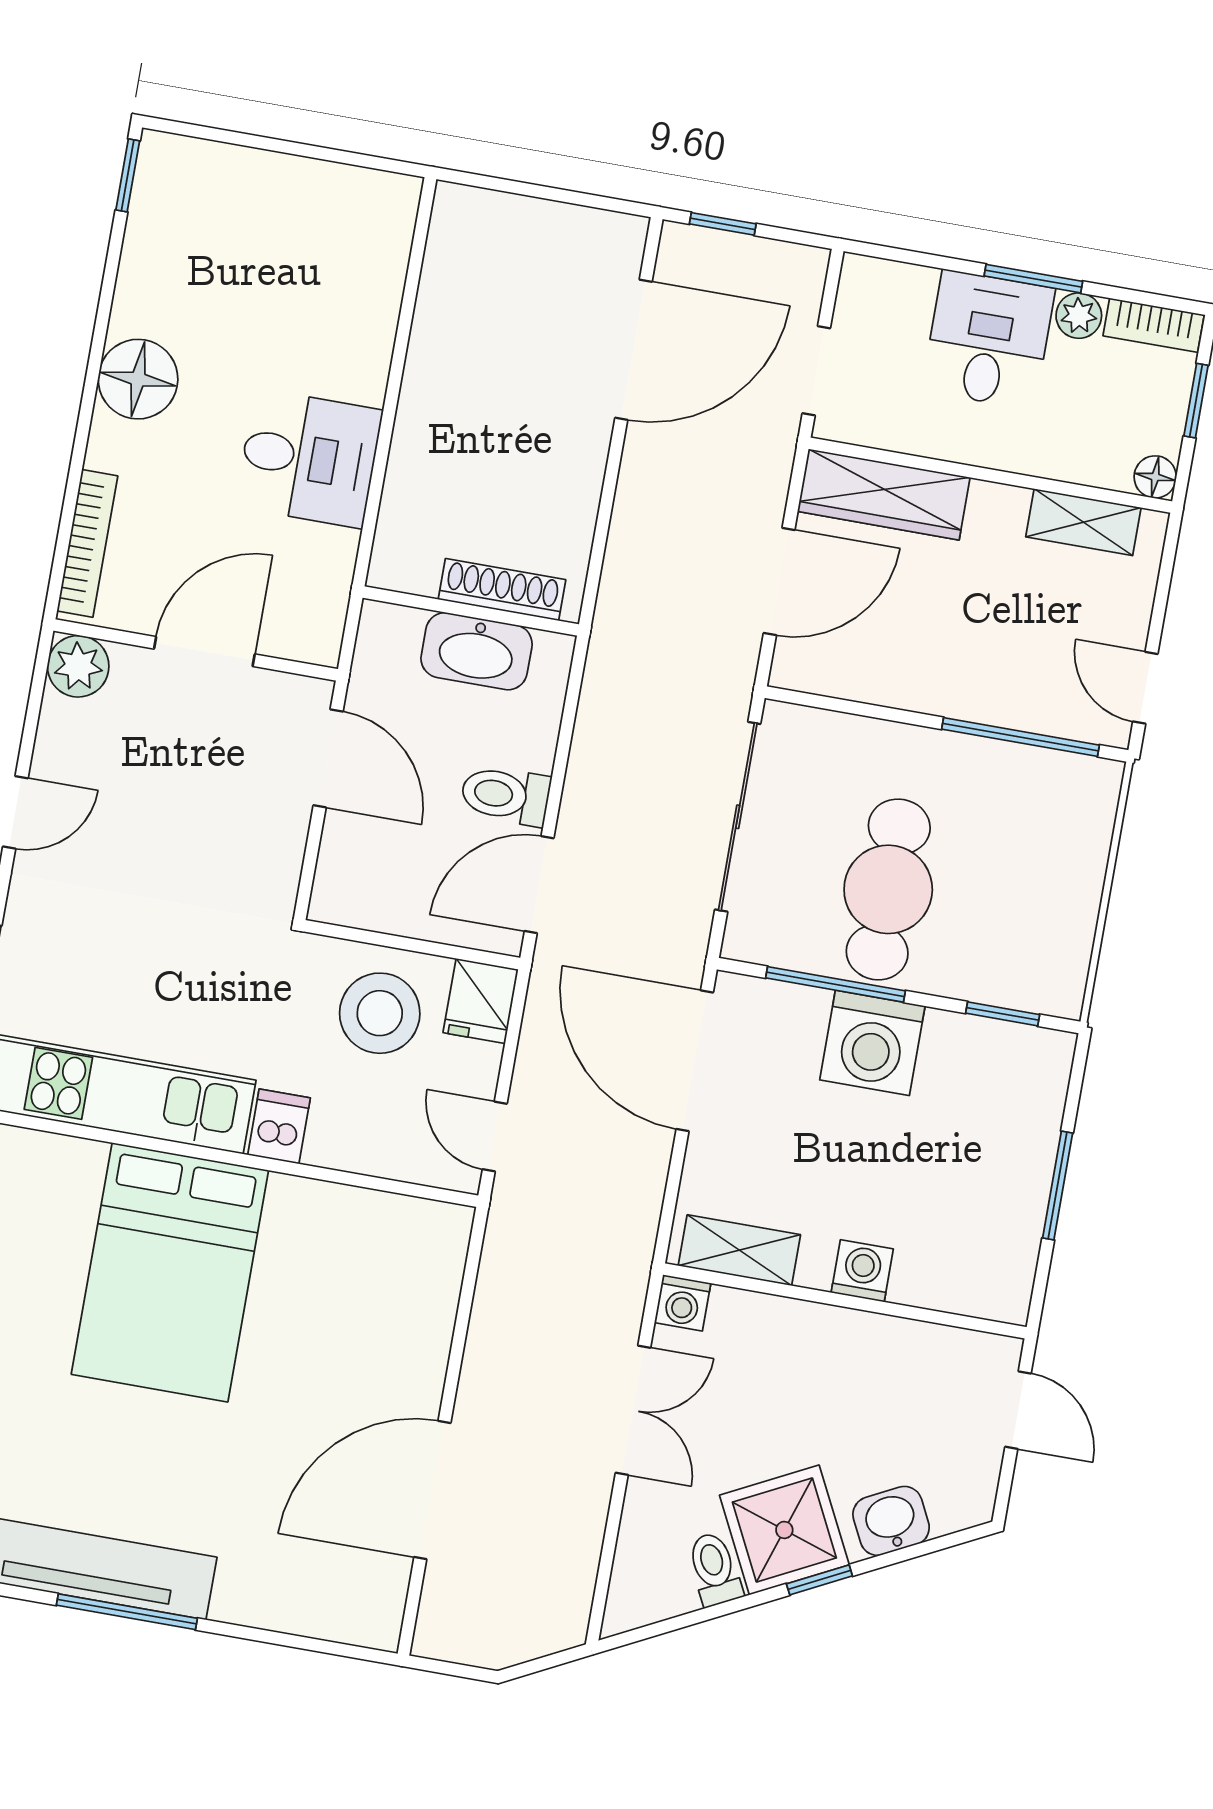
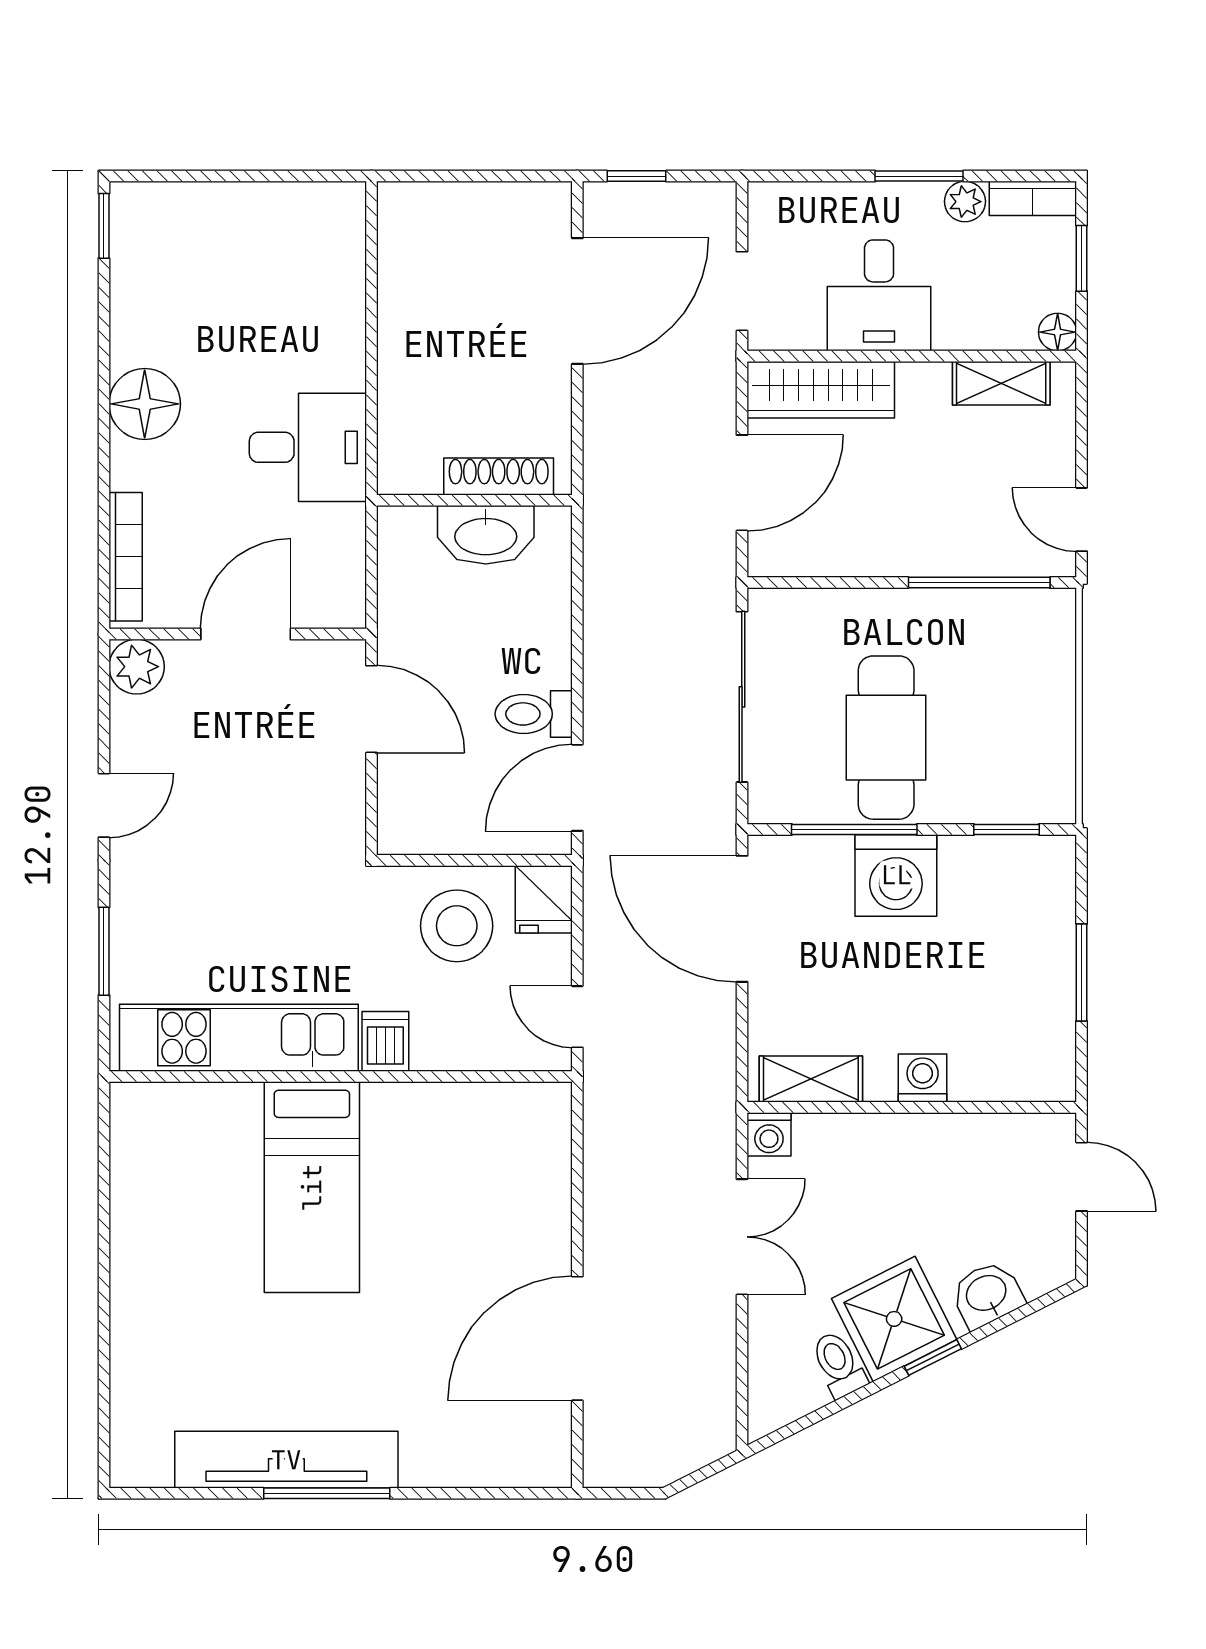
desk: (988, 340) -> (879, 295), moved, turned 180
shoe rack: (502, 590) -> (499, 476), moved
wall: (471, 611) -> (474, 500), moved
washbasin: (477, 651) -> (486, 535), moved
bed: (170, 1272) -> (312, 1187), width x0.67

